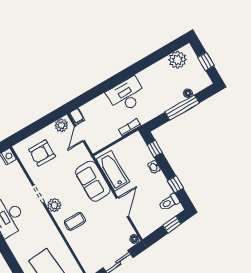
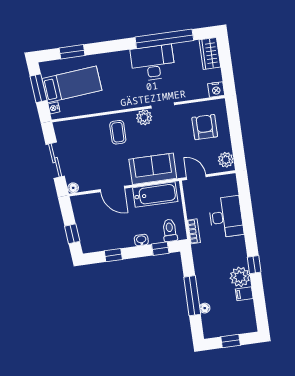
plant: (178, 60) -> (240, 277), moved
window: (137, 68) -> (254, 265), added
desk: (126, 95) -> (226, 217), moved
filing cabinet: (77, 117) -> (244, 294), moved
door: (80, 134) -> (196, 177), moved
toilet: (169, 202) -> (170, 230), moved

